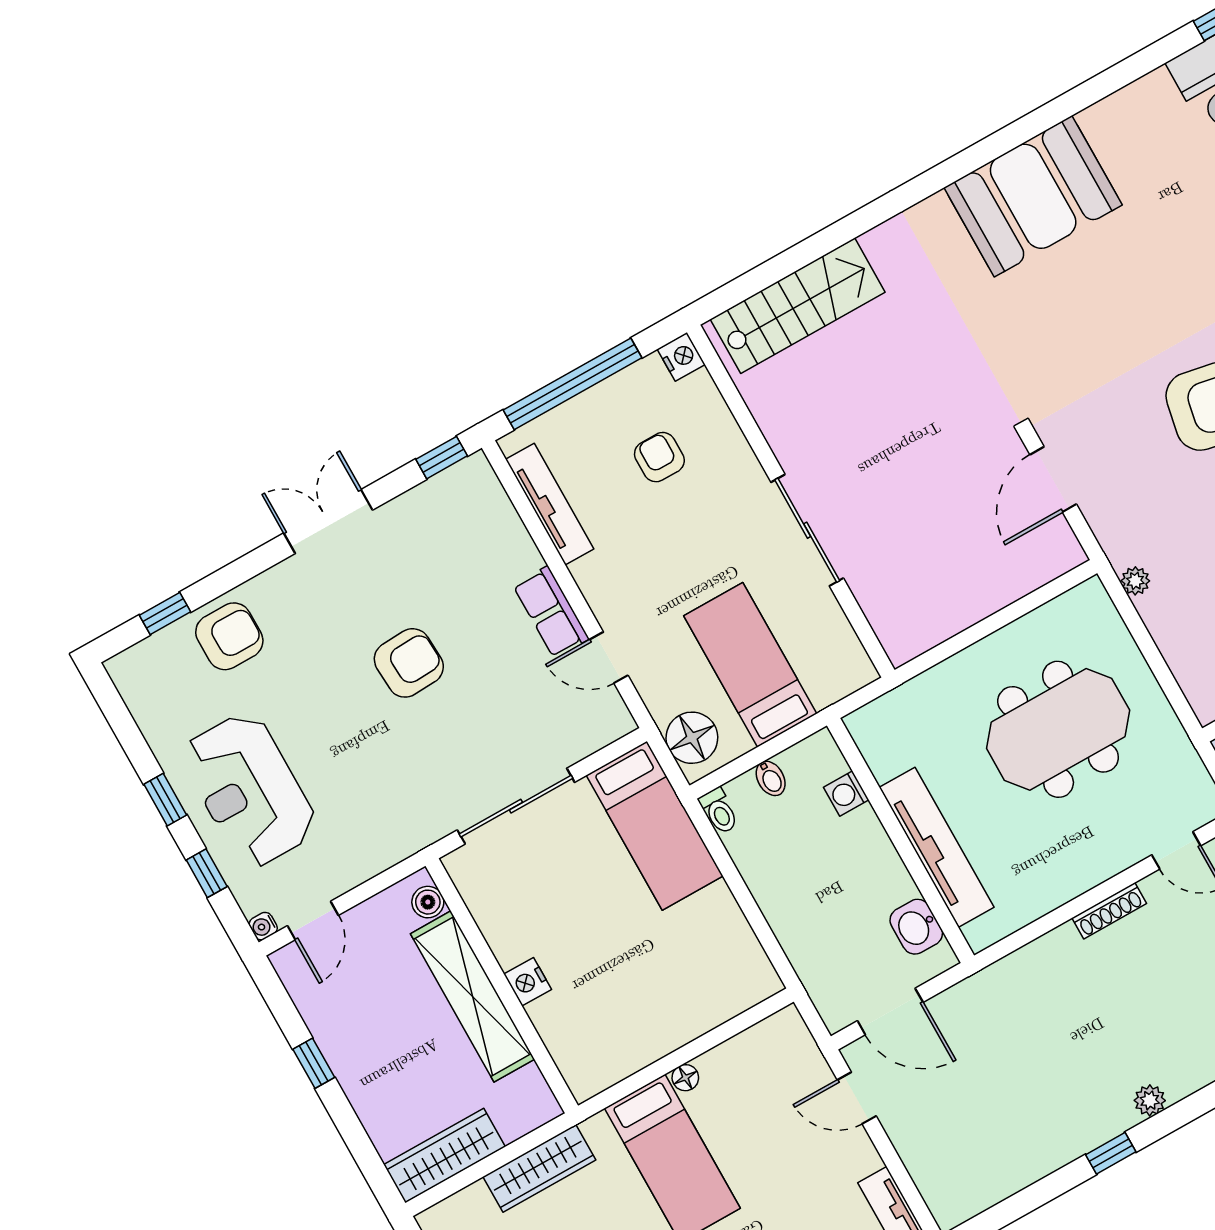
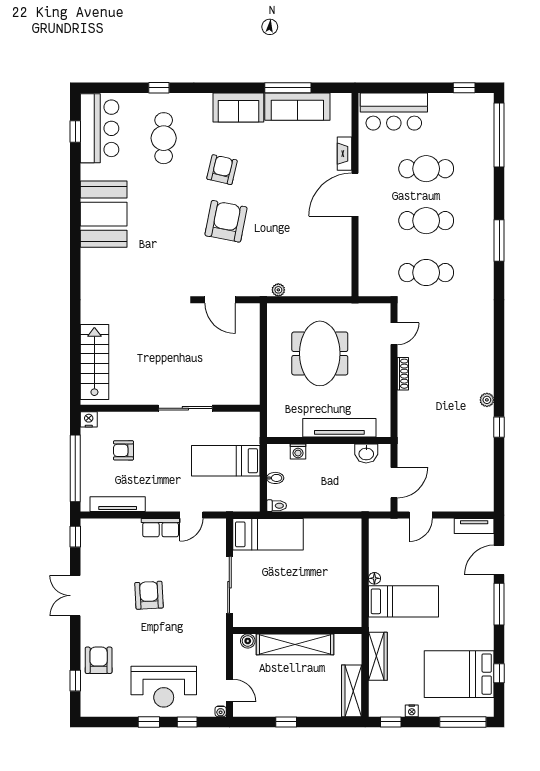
booth: (1033, 196) -> (104, 214), moved
floor lamp: (692, 738) -> (242, 500), removed
nightstand: (528, 982) -> (301, 619), removed

